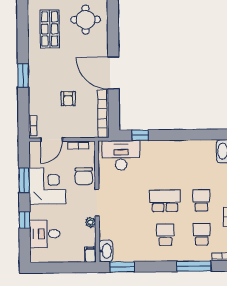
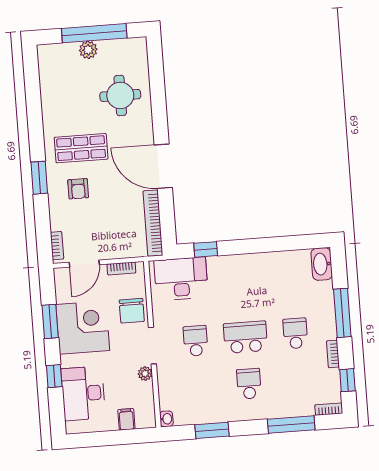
shop shelf: (50, 29) -> (81, 148), moved, turned 90
armchair: (68, 99) -> (78, 189), moved
desk: (45, 234) -> (83, 393), width x1.37
school desk: (202, 234) -> (196, 341), moved
washbasin: (106, 251) -> (166, 419), width x0.52, depth x0.69
filing cabinet: (90, 255) -> (126, 419), moved
window: (122, 267) -> (212, 430), moved

